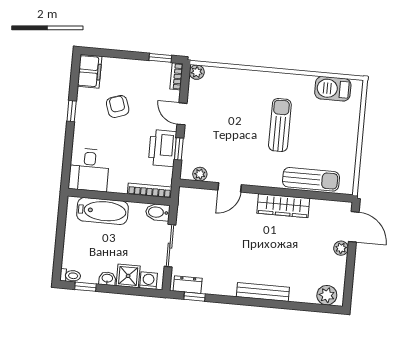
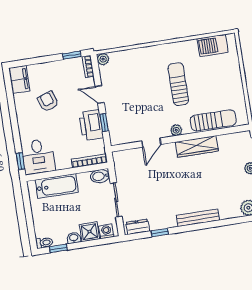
window: (72, 111) -> (20, 161), moved
plant: (200, 174) -> (176, 130), moved
window: (195, 297) -> (160, 233), moved

